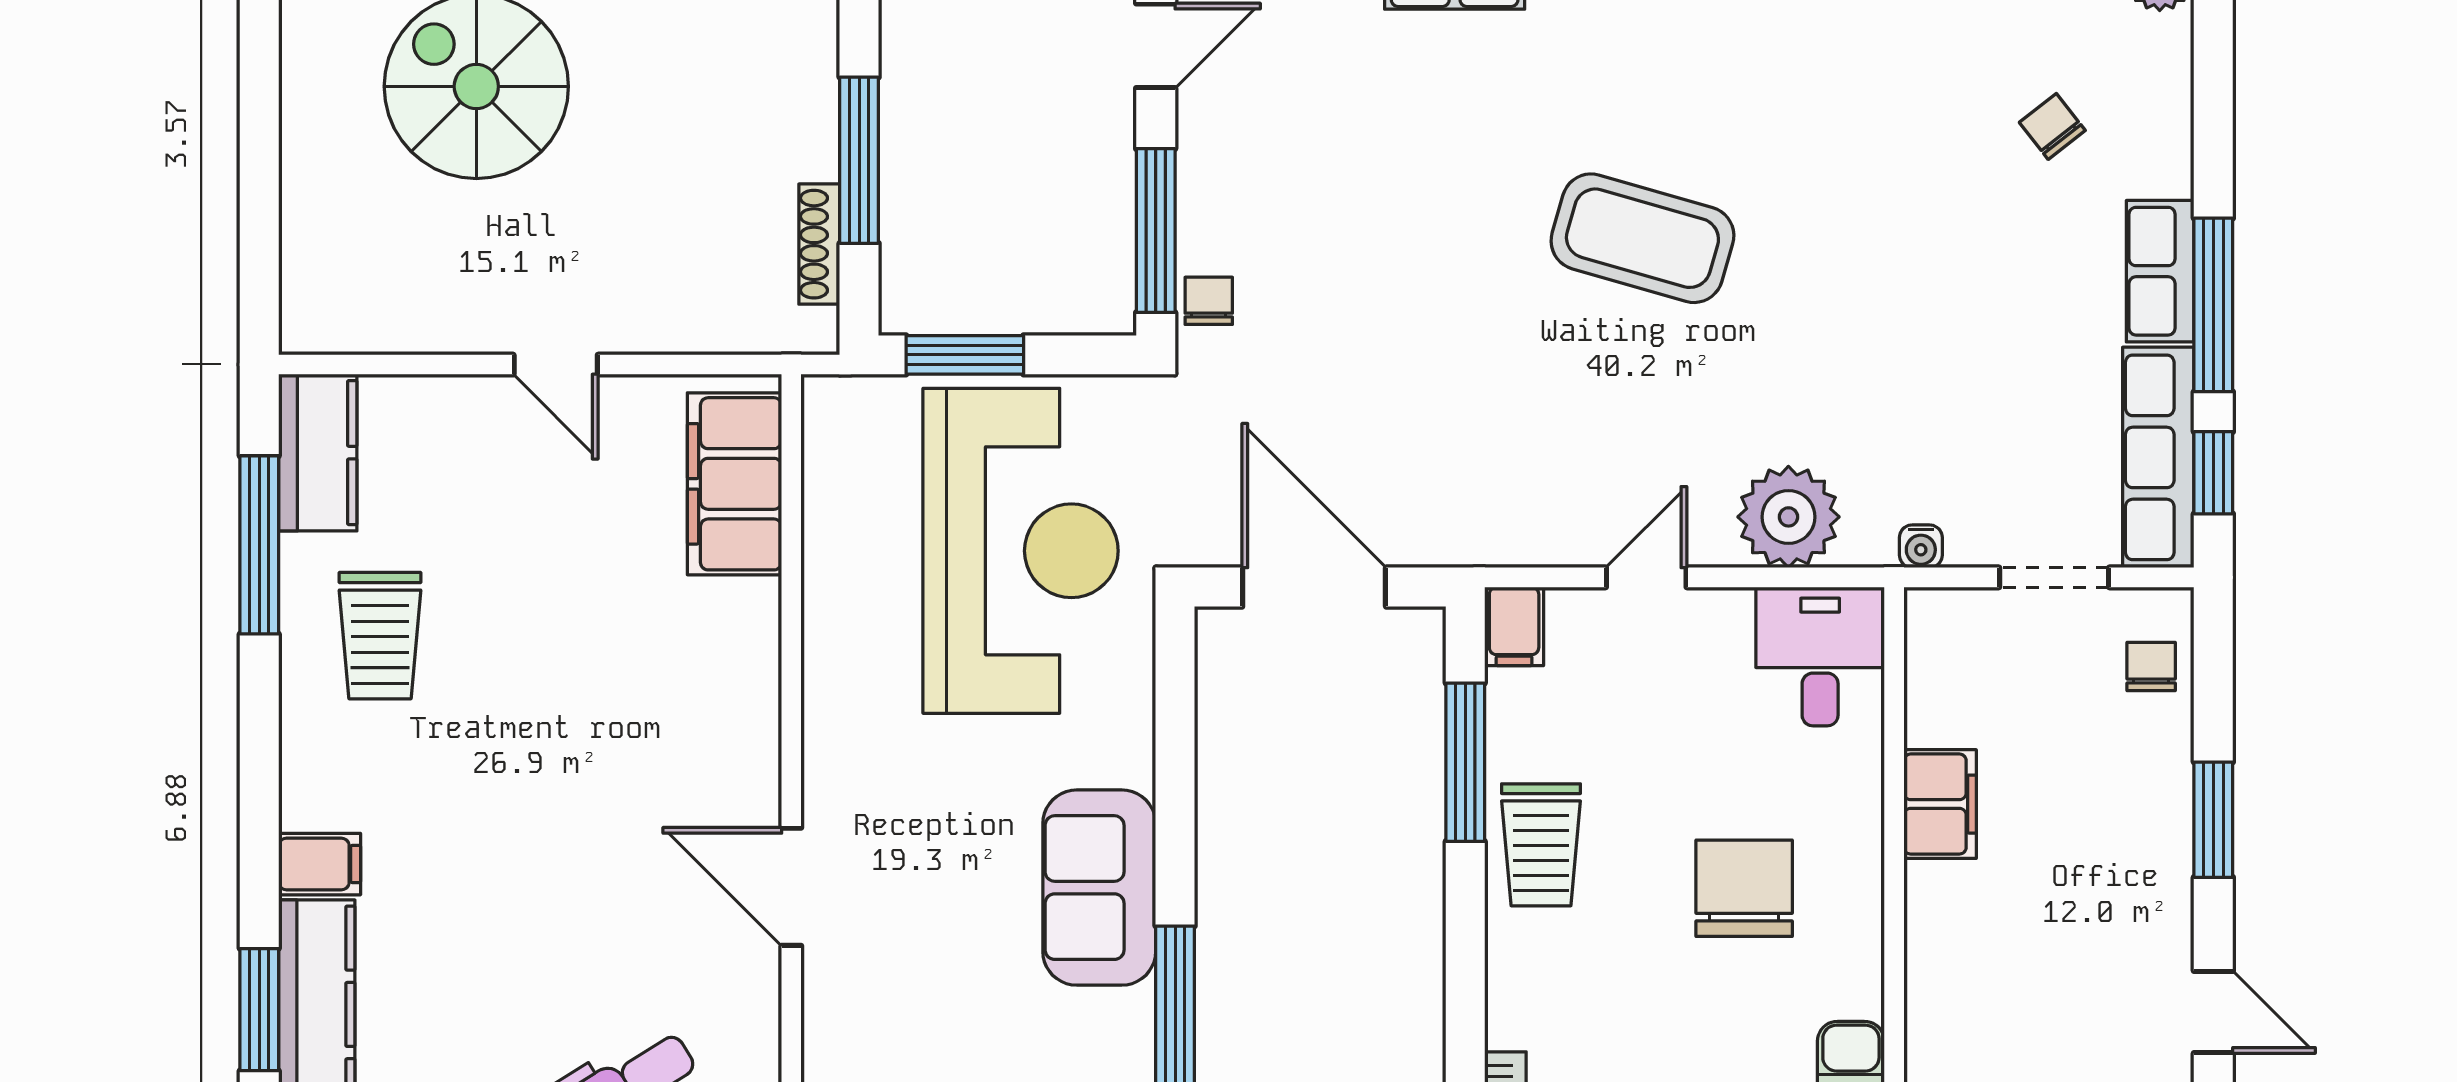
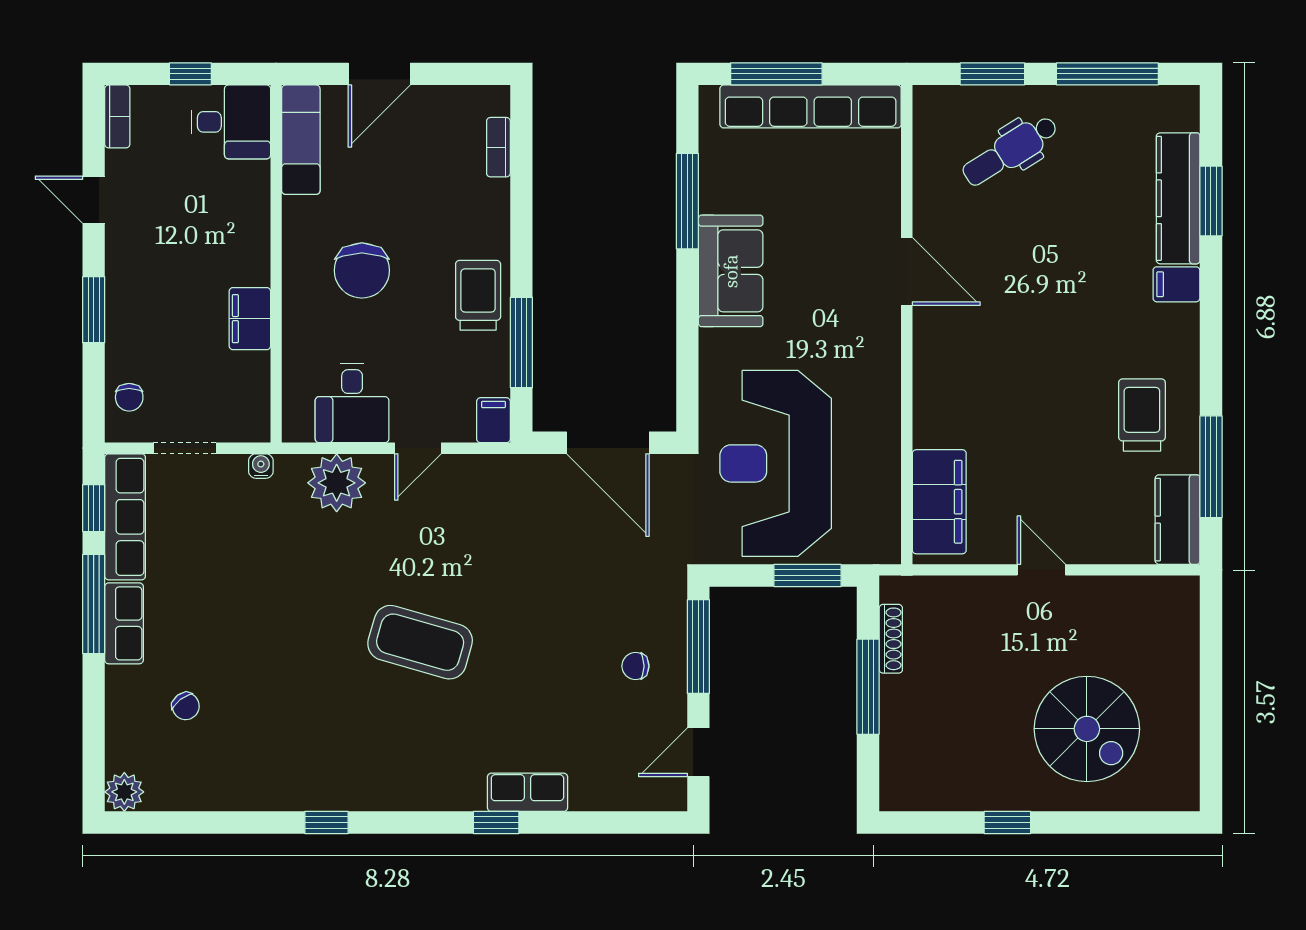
chair: (1209, 301) -> (635, 666), moved, turned 90
desk: (1820, 656) -> (352, 403), moved

